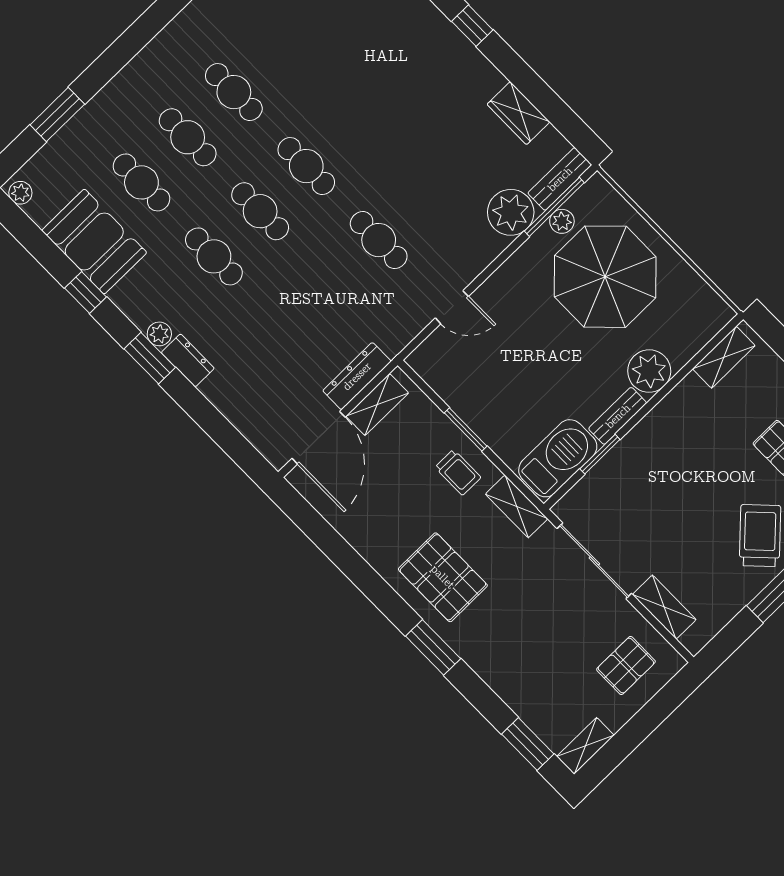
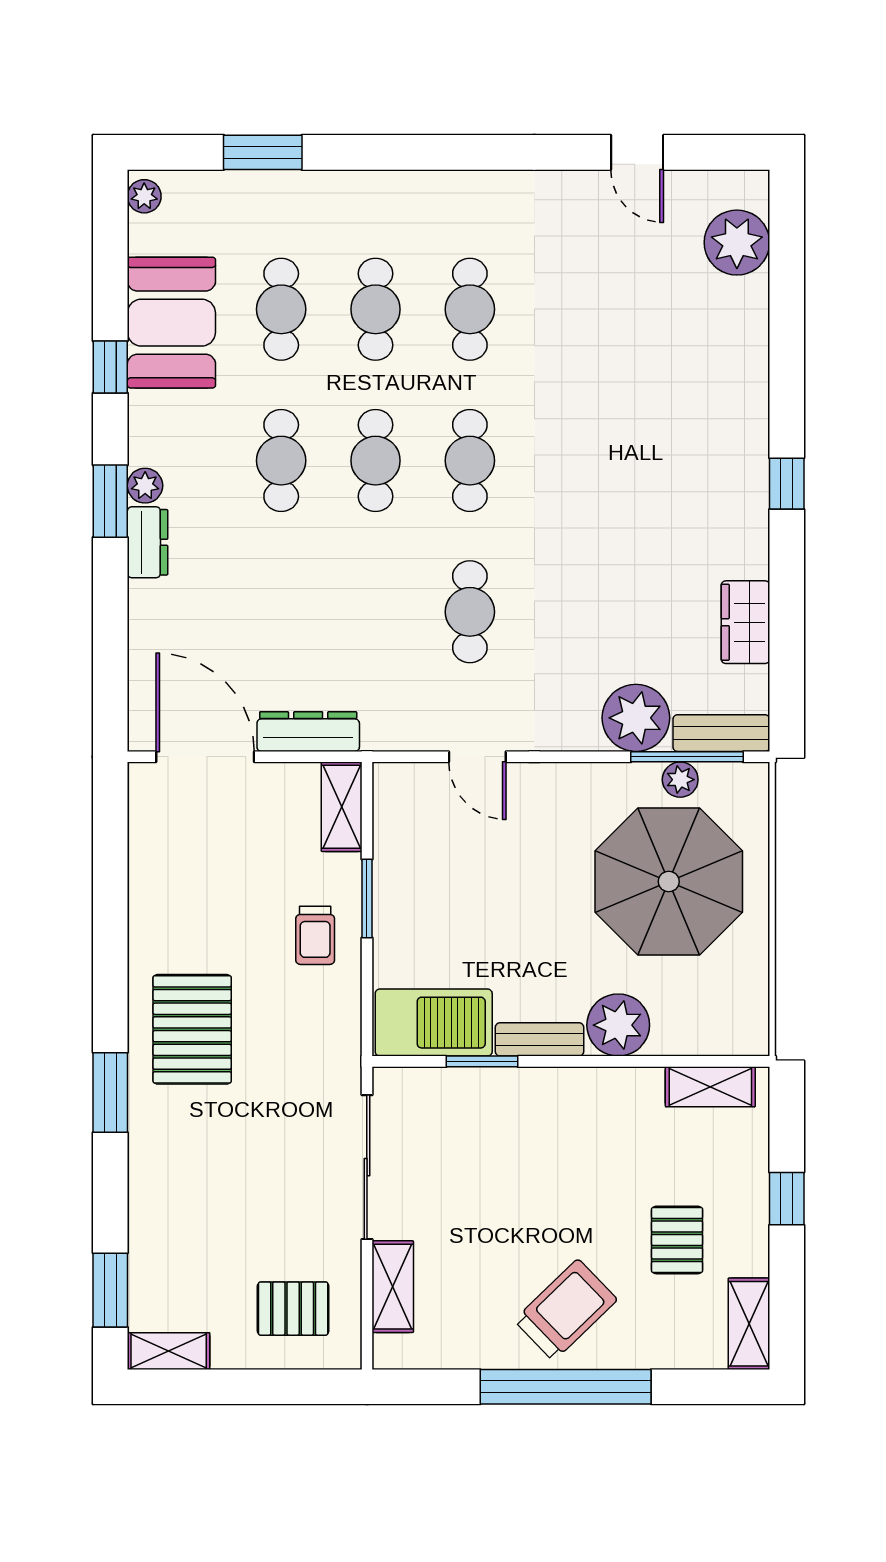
shelving: (377, 405) -> (342, 807), moved, turned 90
door: (319, 438) -> (205, 757), swing flipped
shelving: (517, 506) -> (342, 1031), removed

